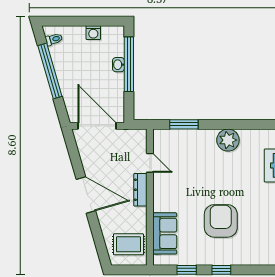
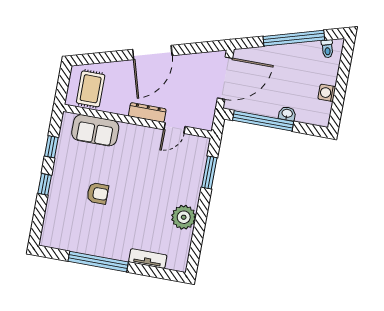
window: (129, 64) -> (263, 121), moved
armchair: (221, 221) -> (98, 193), width x0.53, depth x0.53

